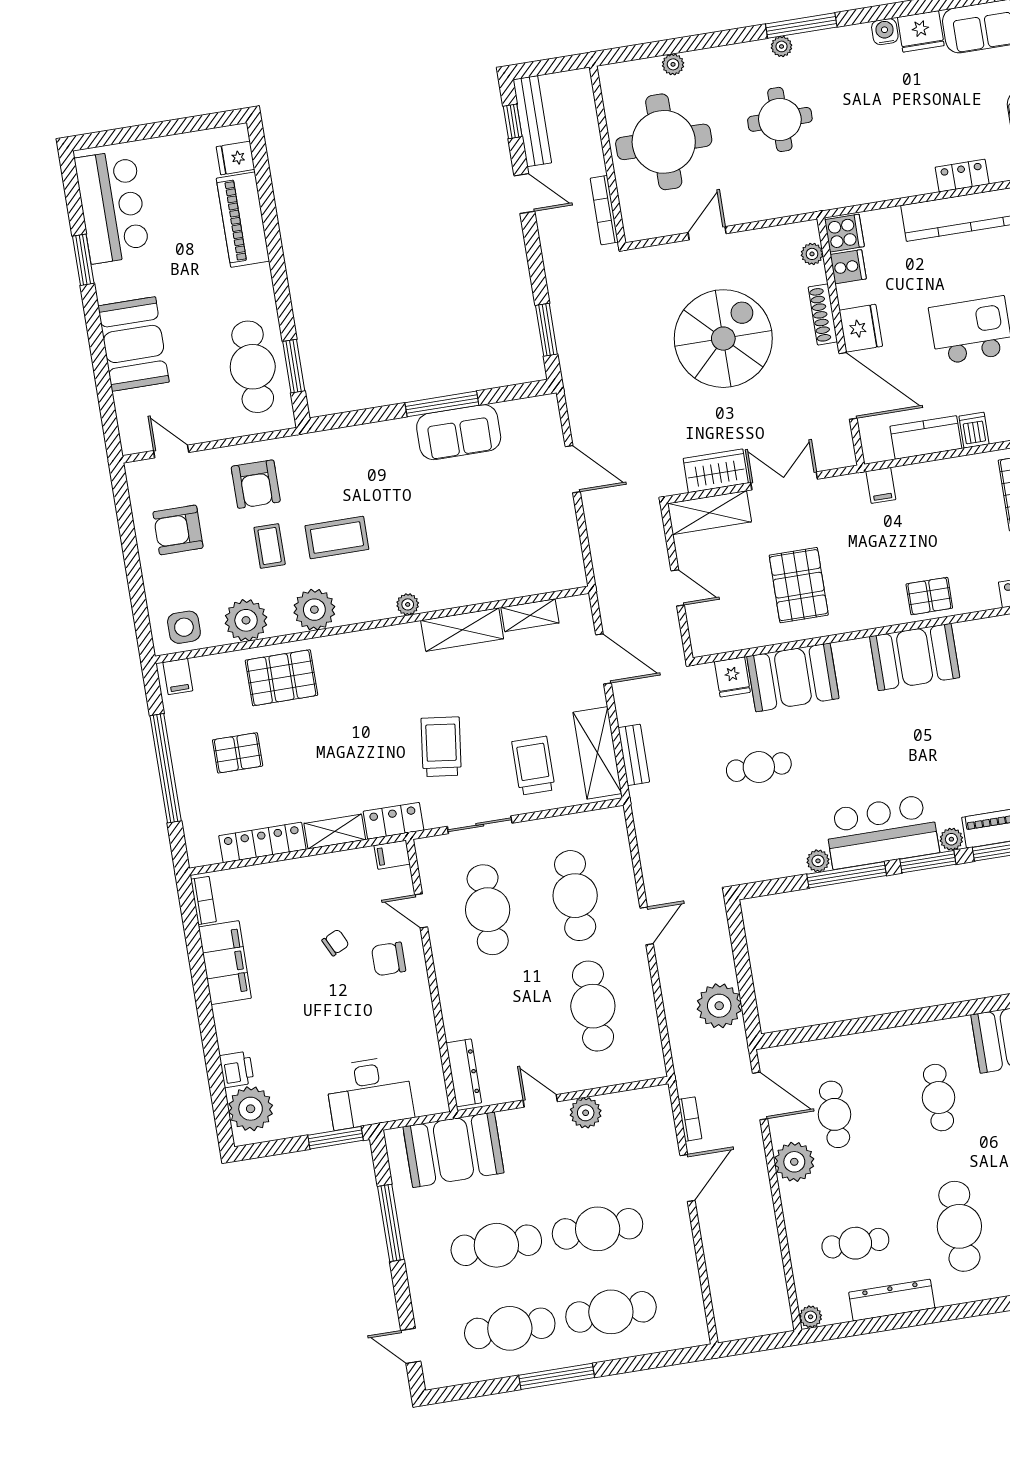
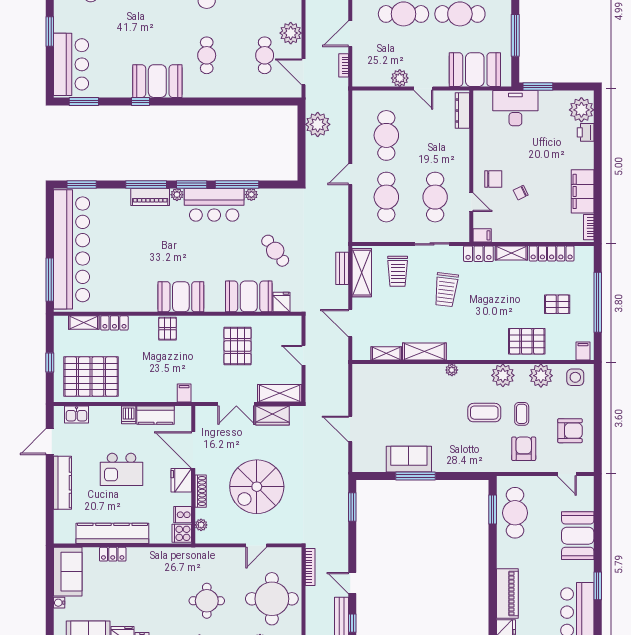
pallet: (929, 596) -> (167, 329), turned 90
cafe table: (759, 767) -> (275, 251), turned 53

